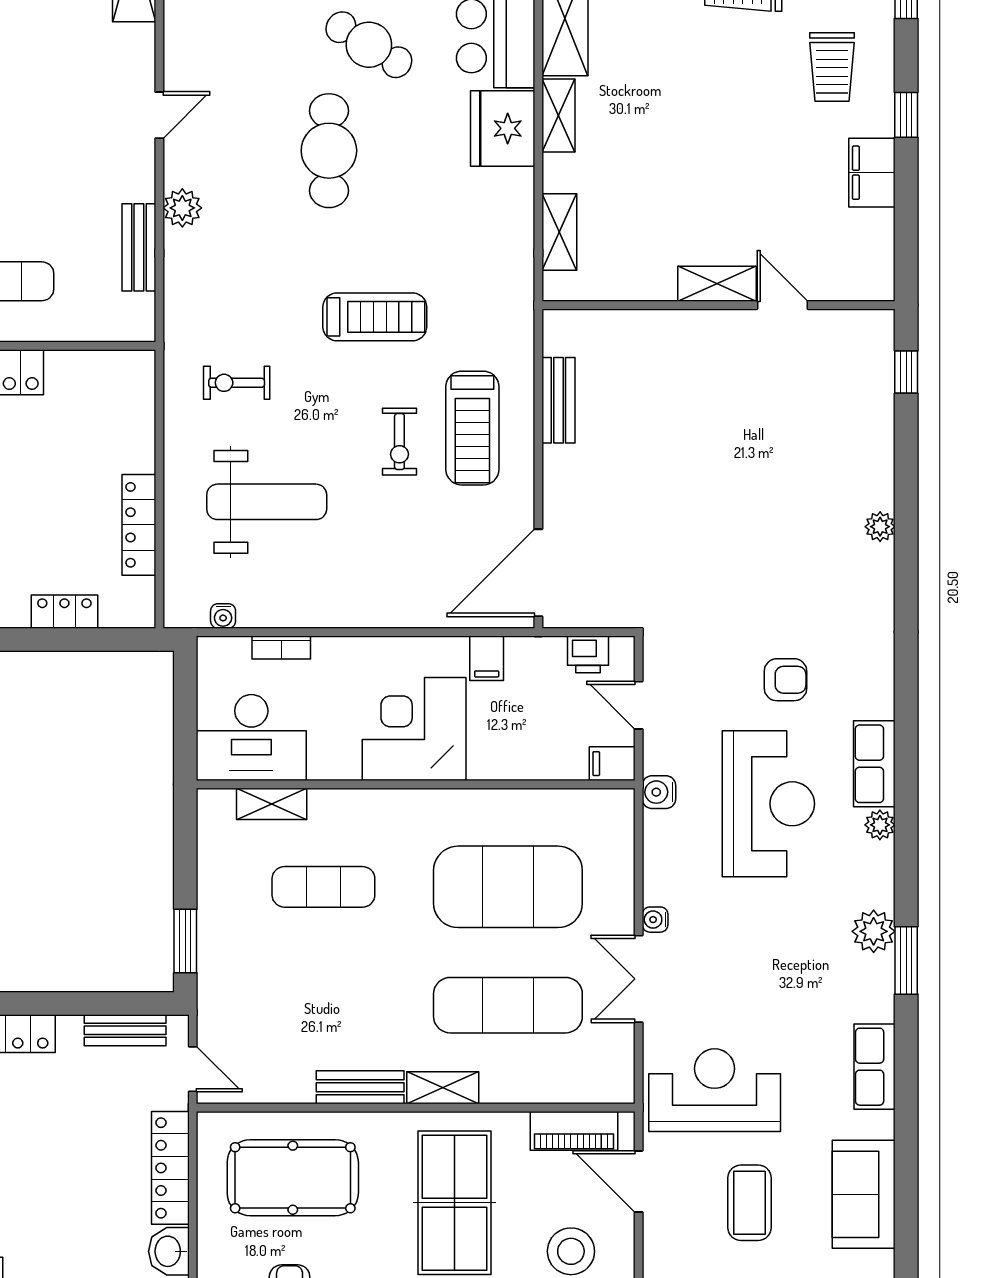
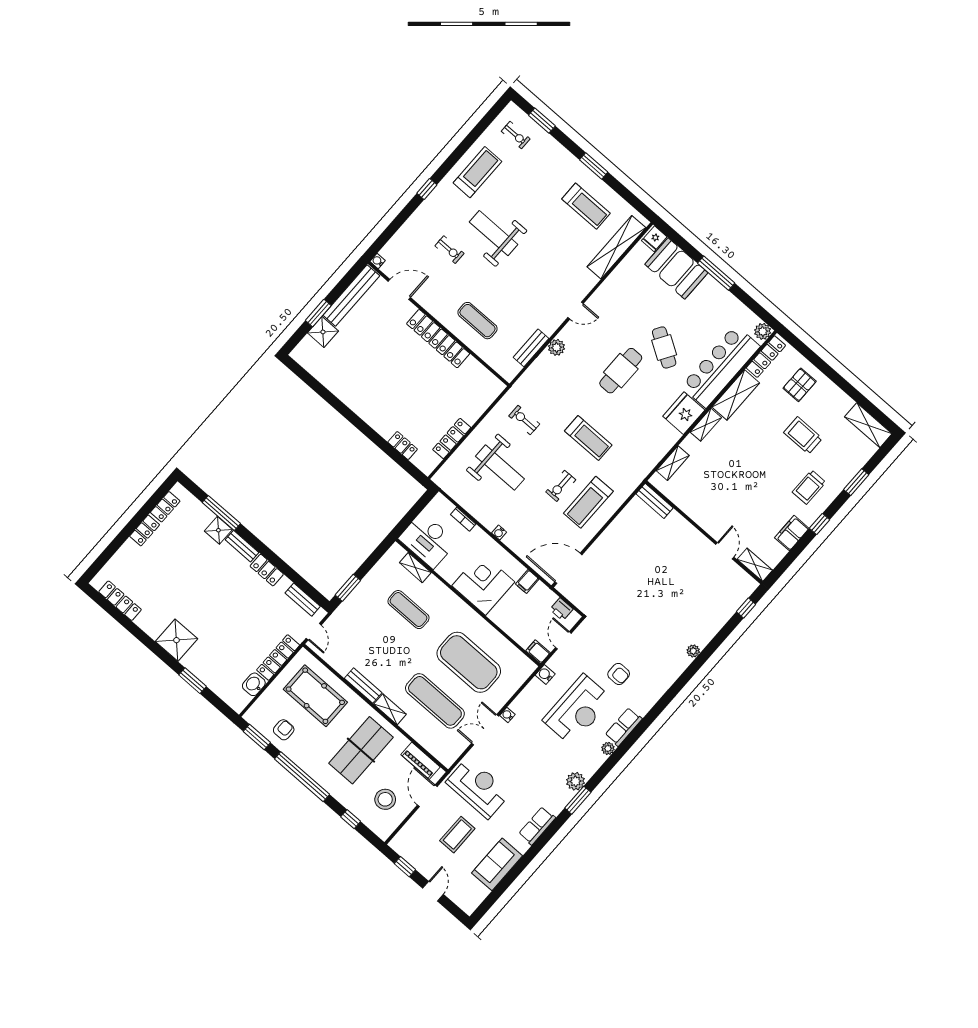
shelving: (717, 284) -> (755, 565), moved
bench: (558, 400) -> (655, 501), moved, turned 90
water cooler: (223, 616) -> (499, 533), moved

